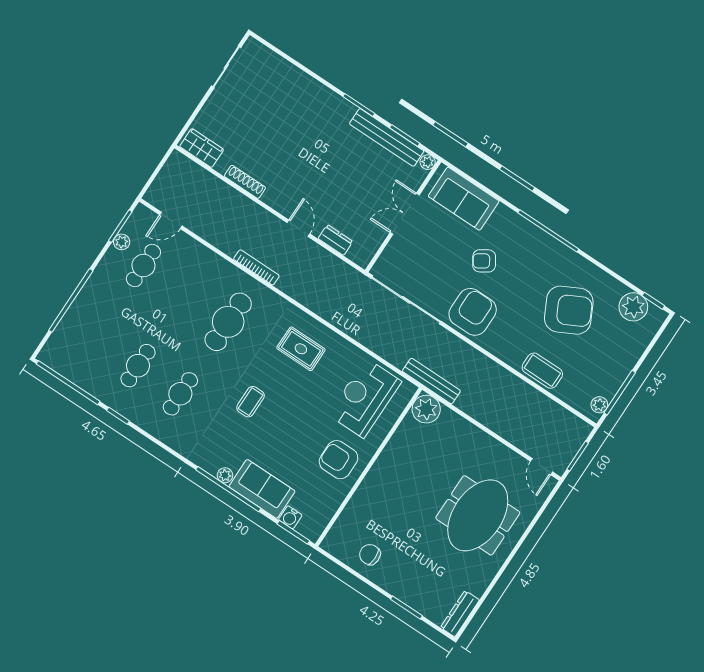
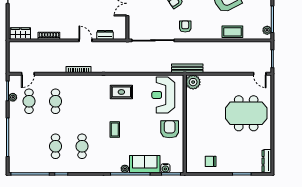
armchair: (473, 312) -> (185, 26), width x0.53, depth x0.53
cafe table: (228, 322) -> (56, 101), moved, width x0.73, depth x0.74
armchair: (339, 460) -> (170, 129), turned 90
meeting table: (478, 515) -> (246, 113), turned 90

